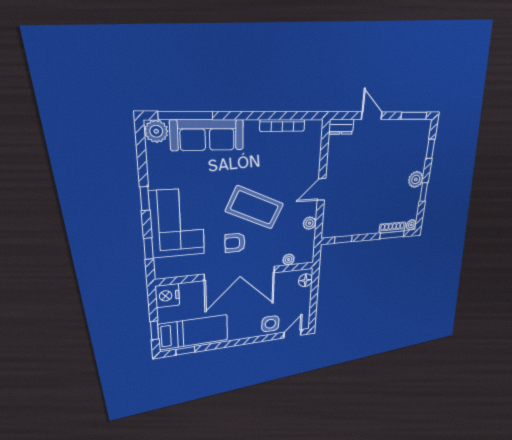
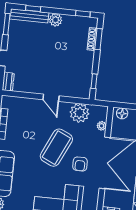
bench: (422, 145) -> (29, 16), added
window: (424, 192) -> (83, 14), moved
plant: (310, 223) -> (79, 113), width x1.88, depth x1.88
plant: (411, 225) -> (93, 22), removed

